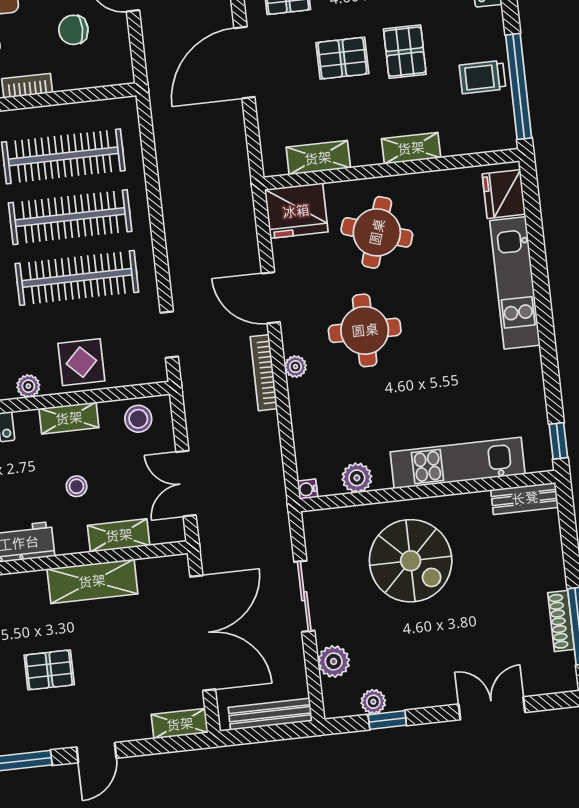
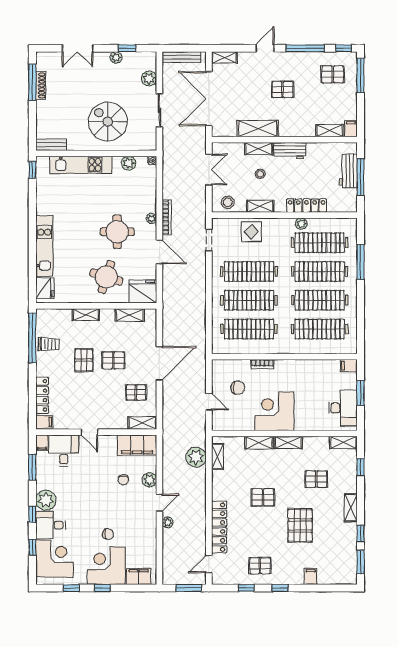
plant: (28, 386) -> (277, 223), removed
shelving: (119, 535) -> (259, 149), moved
plant: (373, 702) -> (116, 58), moved

